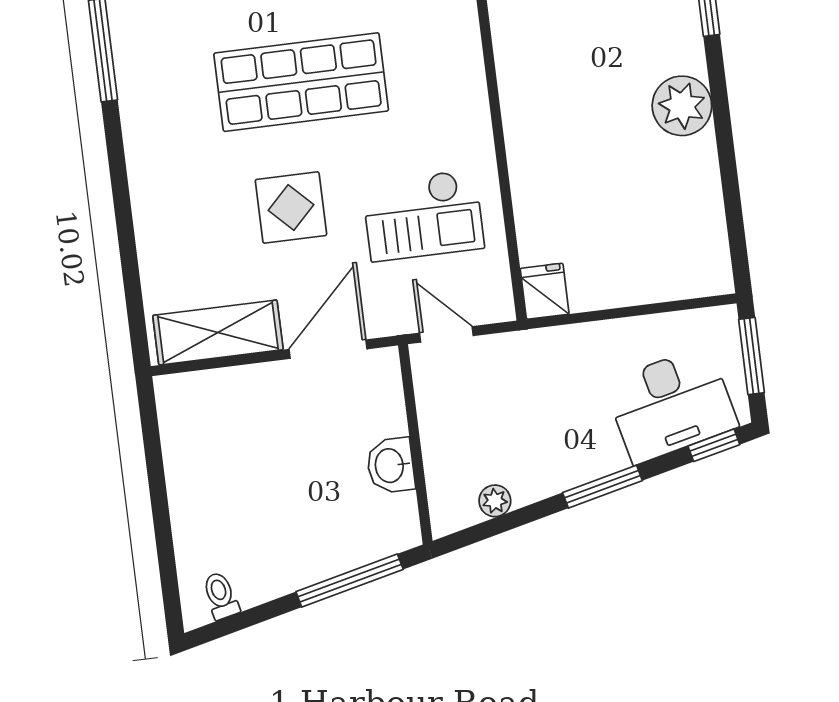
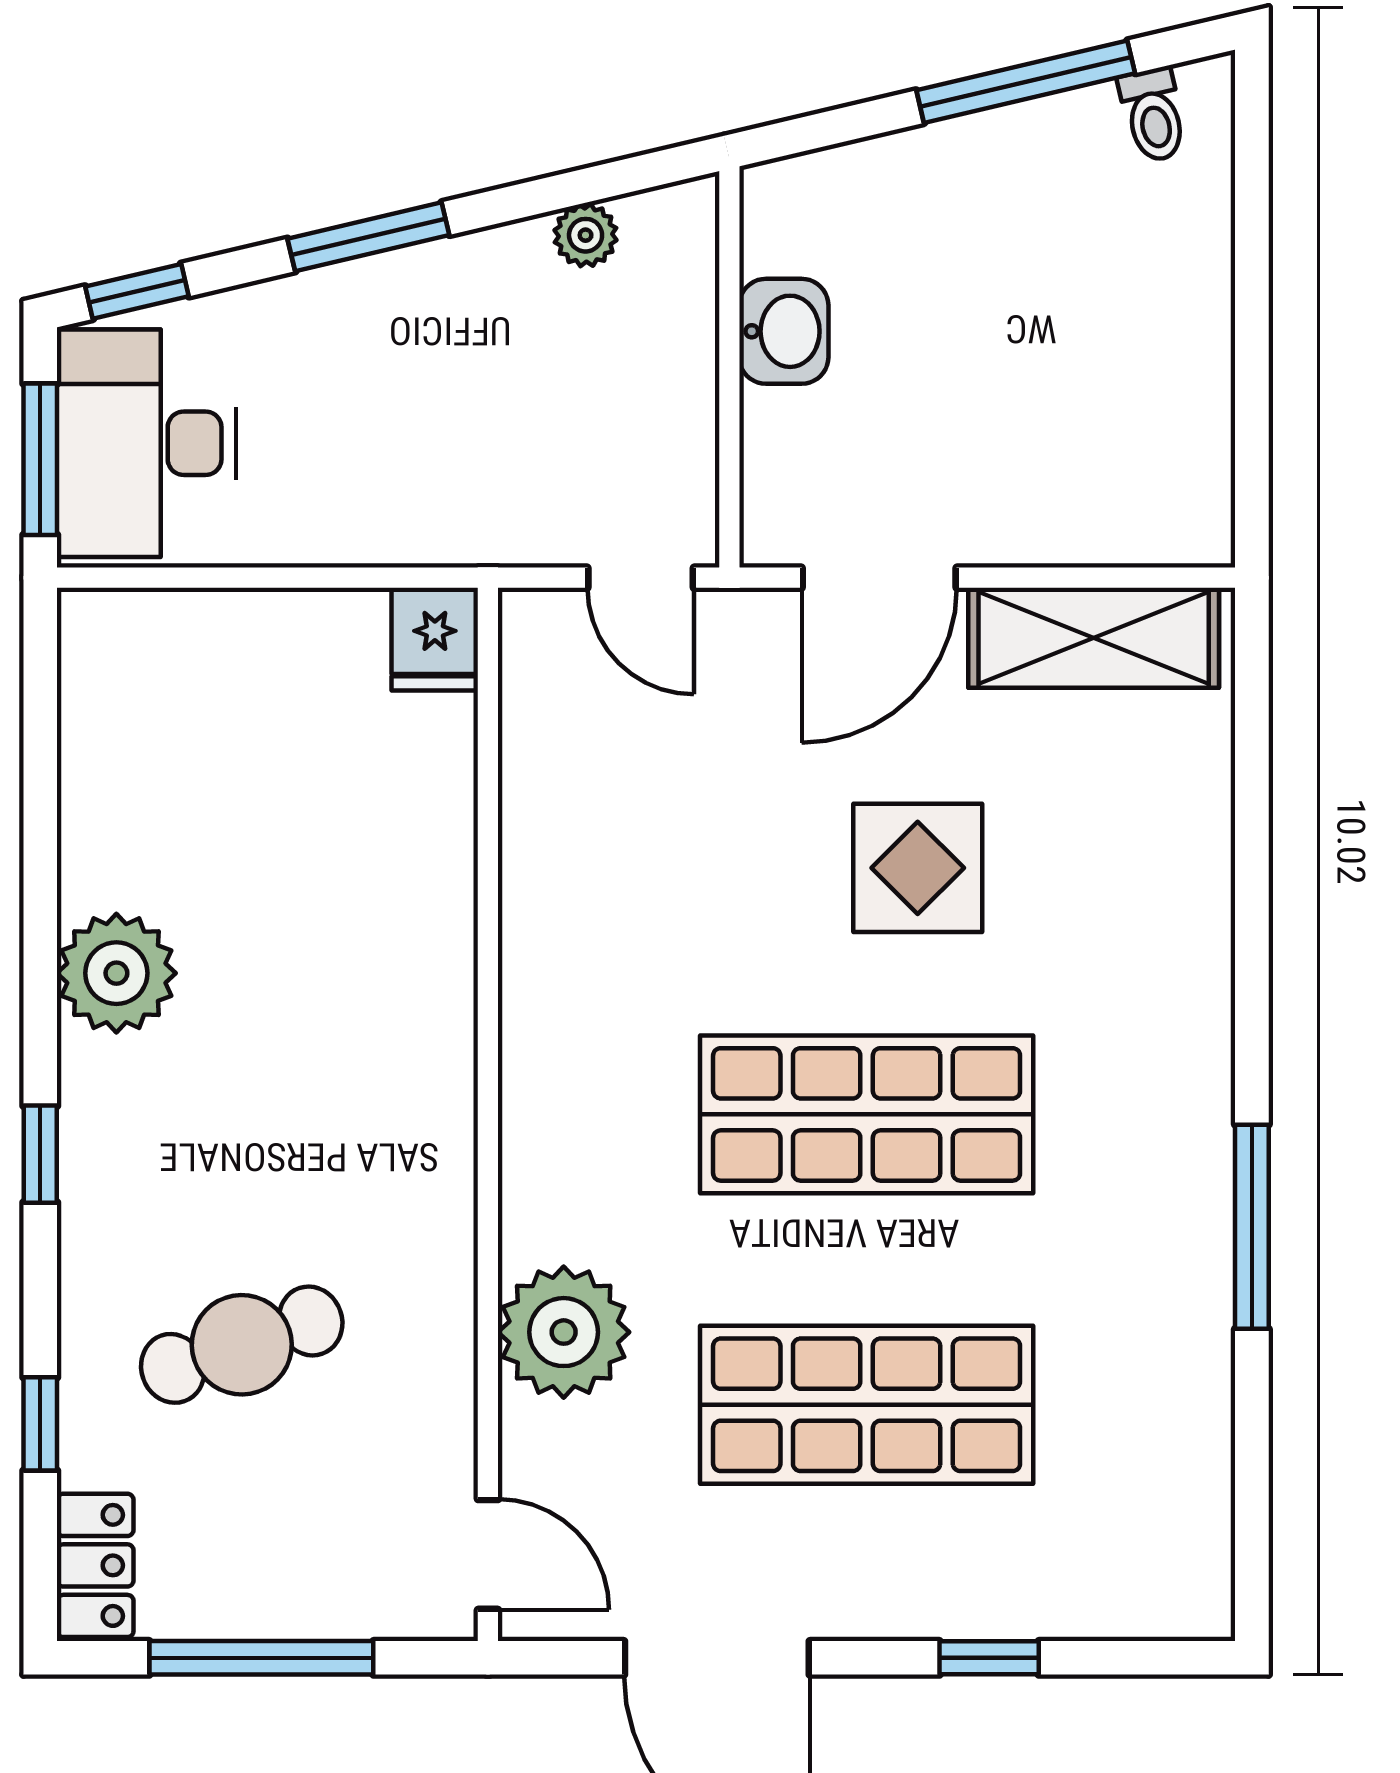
checkout: (423, 215) -> (657, 820), removed
desk: (671, 405) -> (146, 443), moved, turned -77
window: (350, 581) -> (1026, 82), moved

